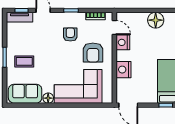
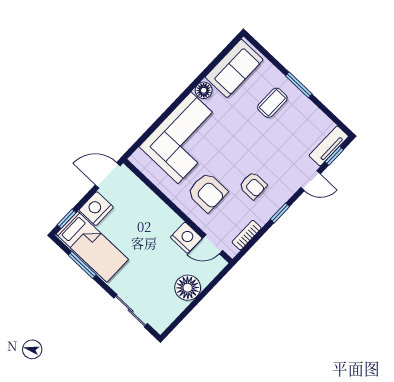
floor lamp: (156, 20) -> (188, 288), moved
armchair: (93, 53) -> (207, 192), turned 180
nightstand: (123, 70) -> (96, 209), moved, turned -90

